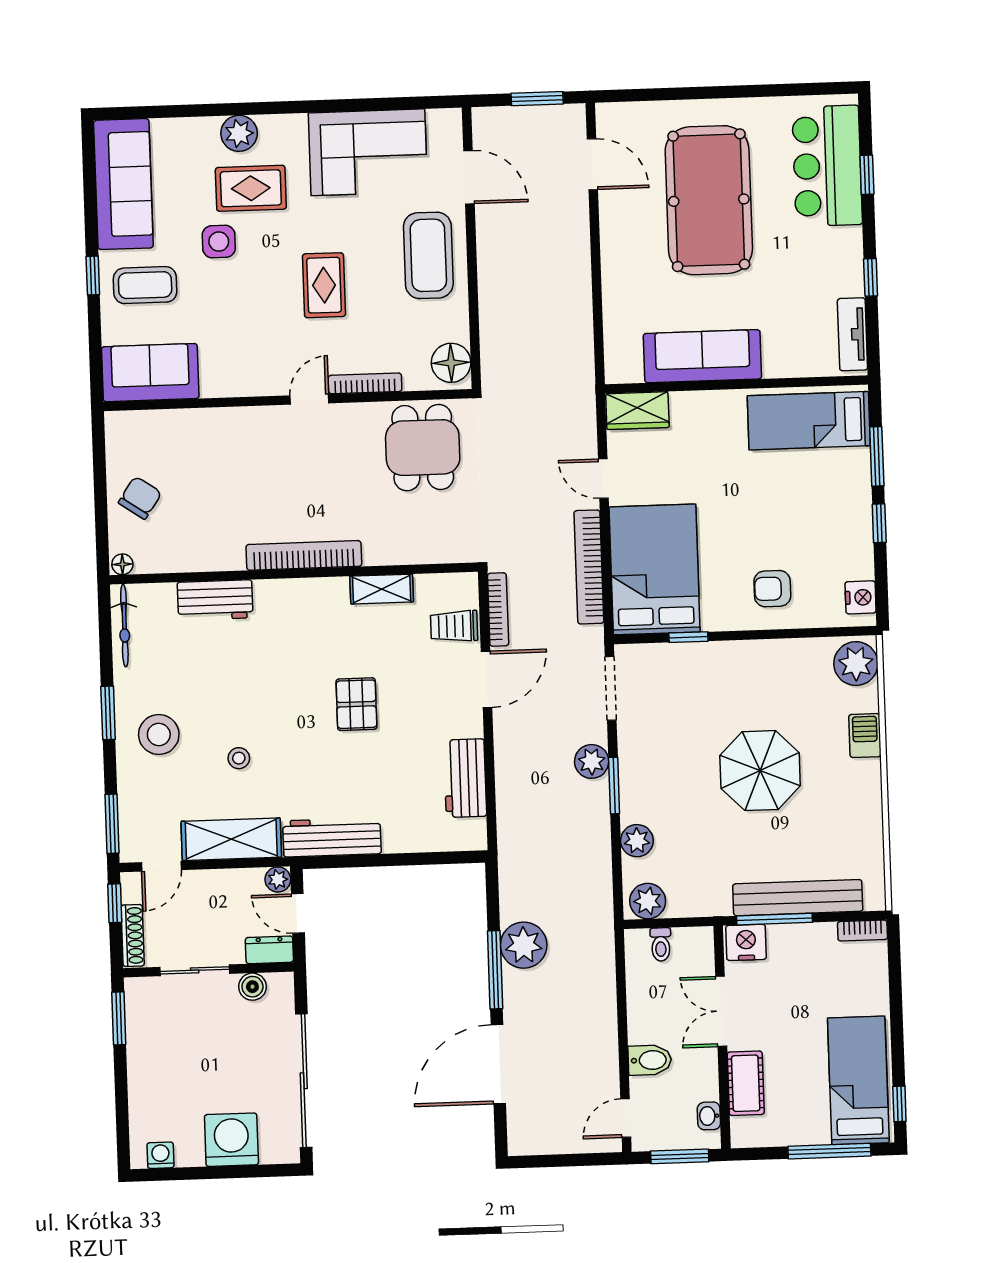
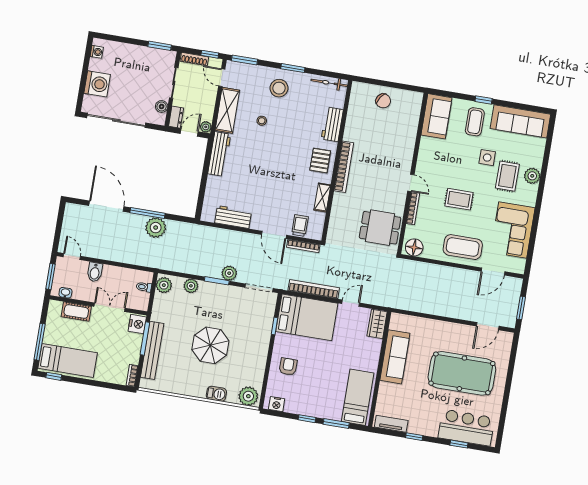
floor lamp: (122, 564) -> (356, 87), removed
pallet: (356, 704) -> (320, 161), moved, turned 90

